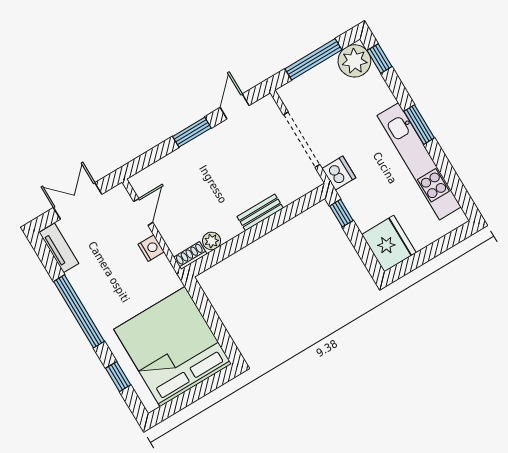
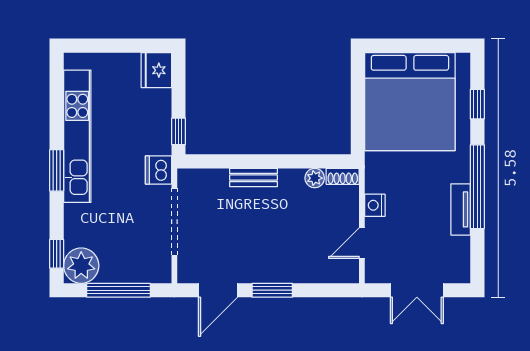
door: (235, 106) -> (218, 290), width x1.38
fridge: (389, 244) -> (156, 70), width x0.73, depth x0.75
tv unit: (59, 248) -> (461, 209), moved

